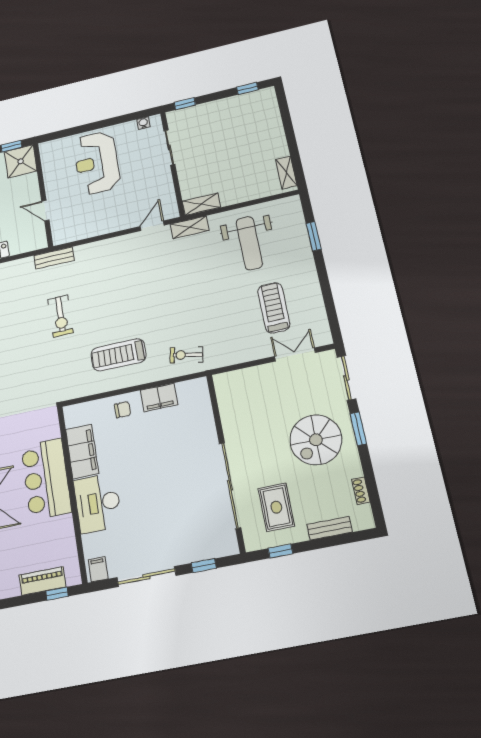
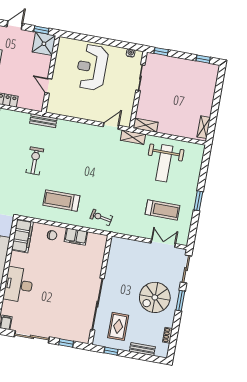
window: (314, 236) -> (198, 201), moved
treadmill: (274, 308) -> (162, 210), turned 90
exercise bike: (60, 316) -> (35, 161), turned 180
filing cabinet: (82, 451) -> (22, 236), moved

